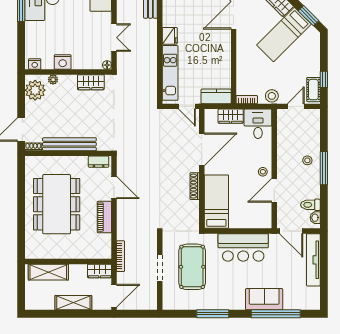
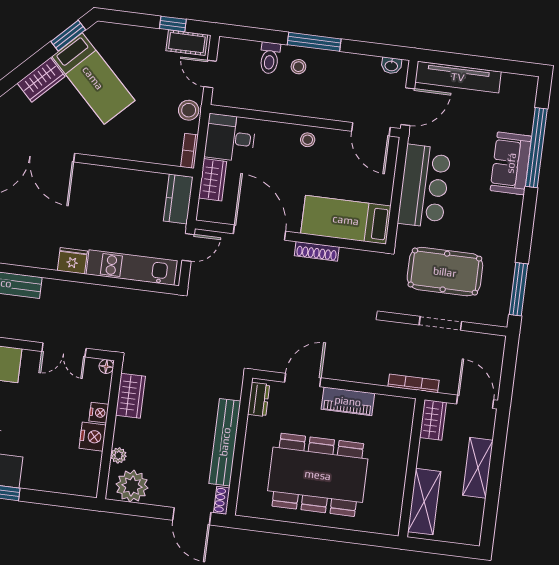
double door: (114, 38) -> (64, 350), swing flipped
nightstand: (35, 64) -> (99, 413), moved
door: (274, 190) -> (371, 129), moved
toilet: (310, 205) -> (270, 58), moved
window: (213, 314) -> (518, 289), moved

